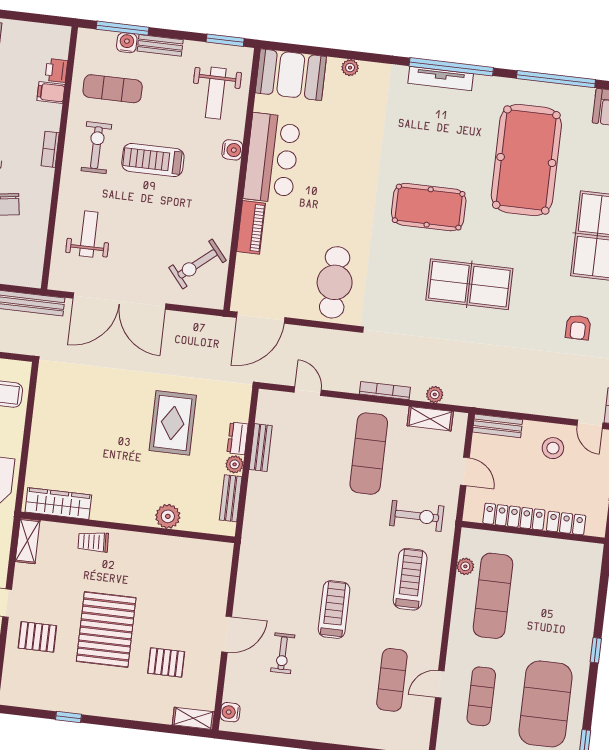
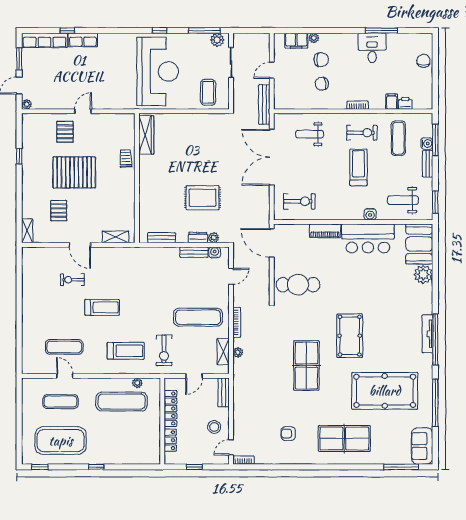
plant: (350, 68) -> (423, 274), width x1.87, depth x1.87
weight bench: (89, 234) -> (310, 134), turned 180
exercise bike: (197, 264) -> (299, 201), turned 130
plant: (235, 464) -> (214, 238), moved
plant: (168, 516) -> (146, 201), removed
shelving: (28, 541) -> (116, 237), moved
water cooler: (230, 712) -> (215, 252), moved

